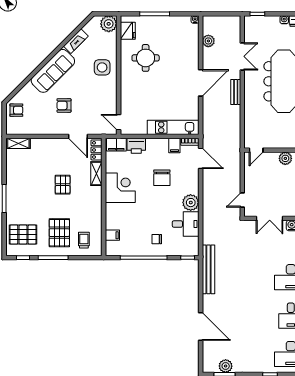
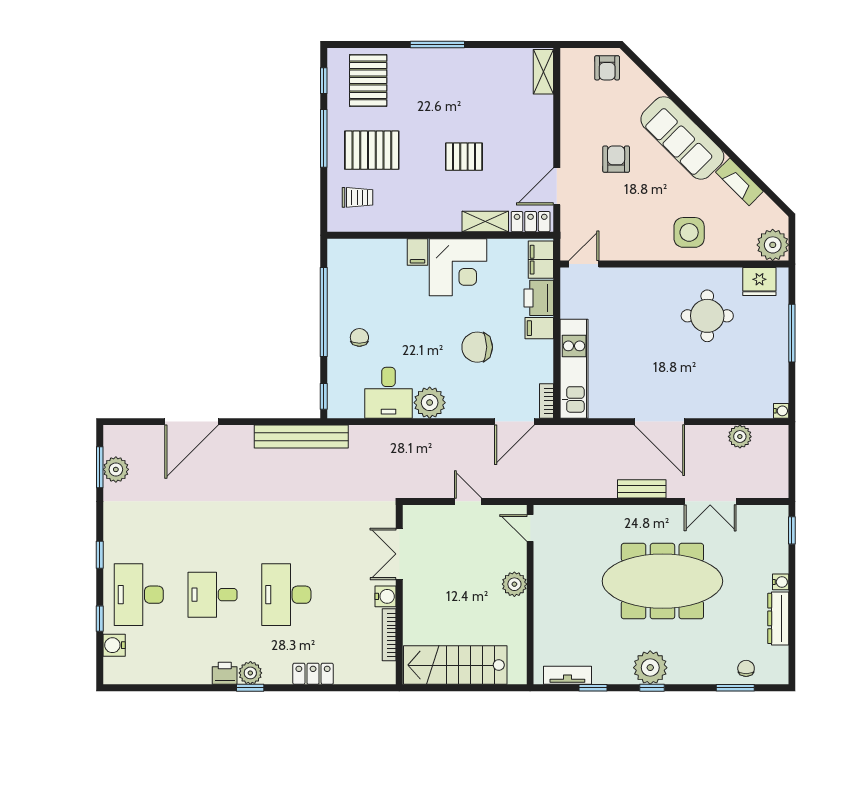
filing cabinet: (174, 145) -> (539, 328), moved
door: (242, 200) -> (468, 501), moved
filing cabinet: (112, 235) -> (418, 252), moved

